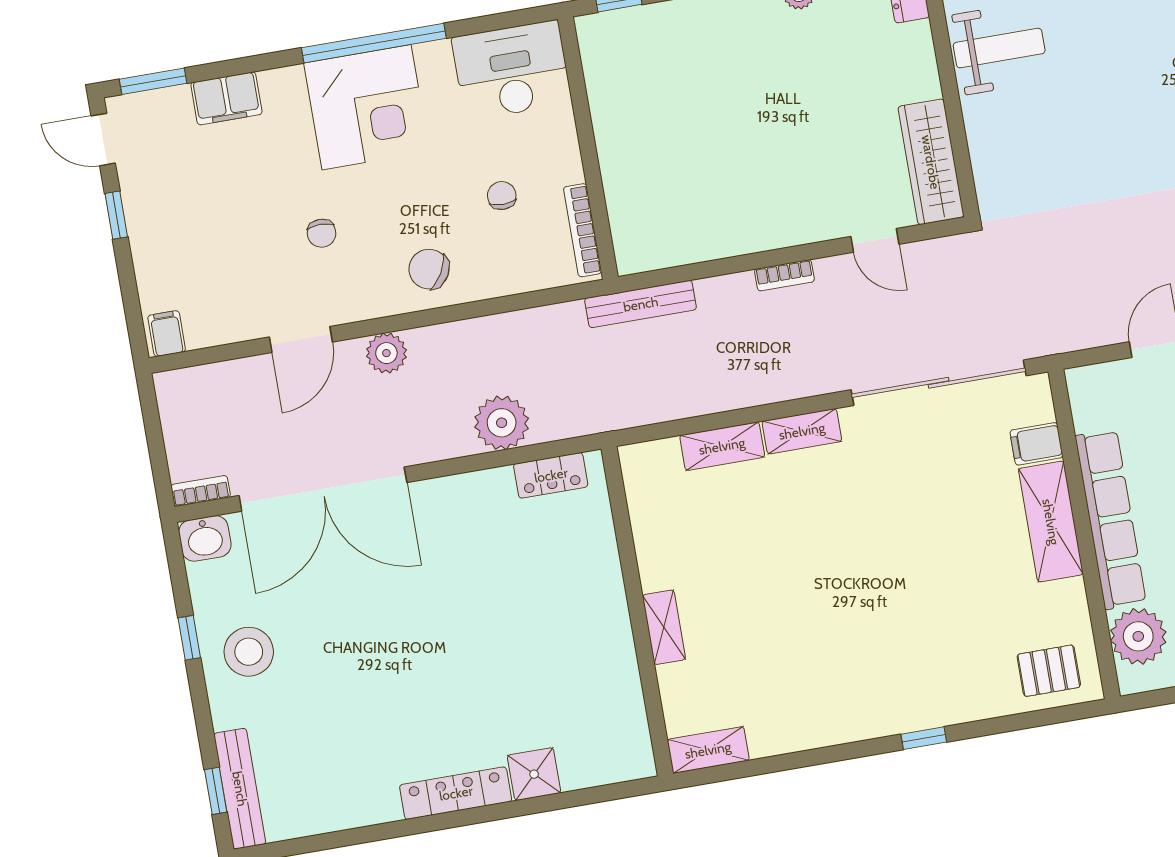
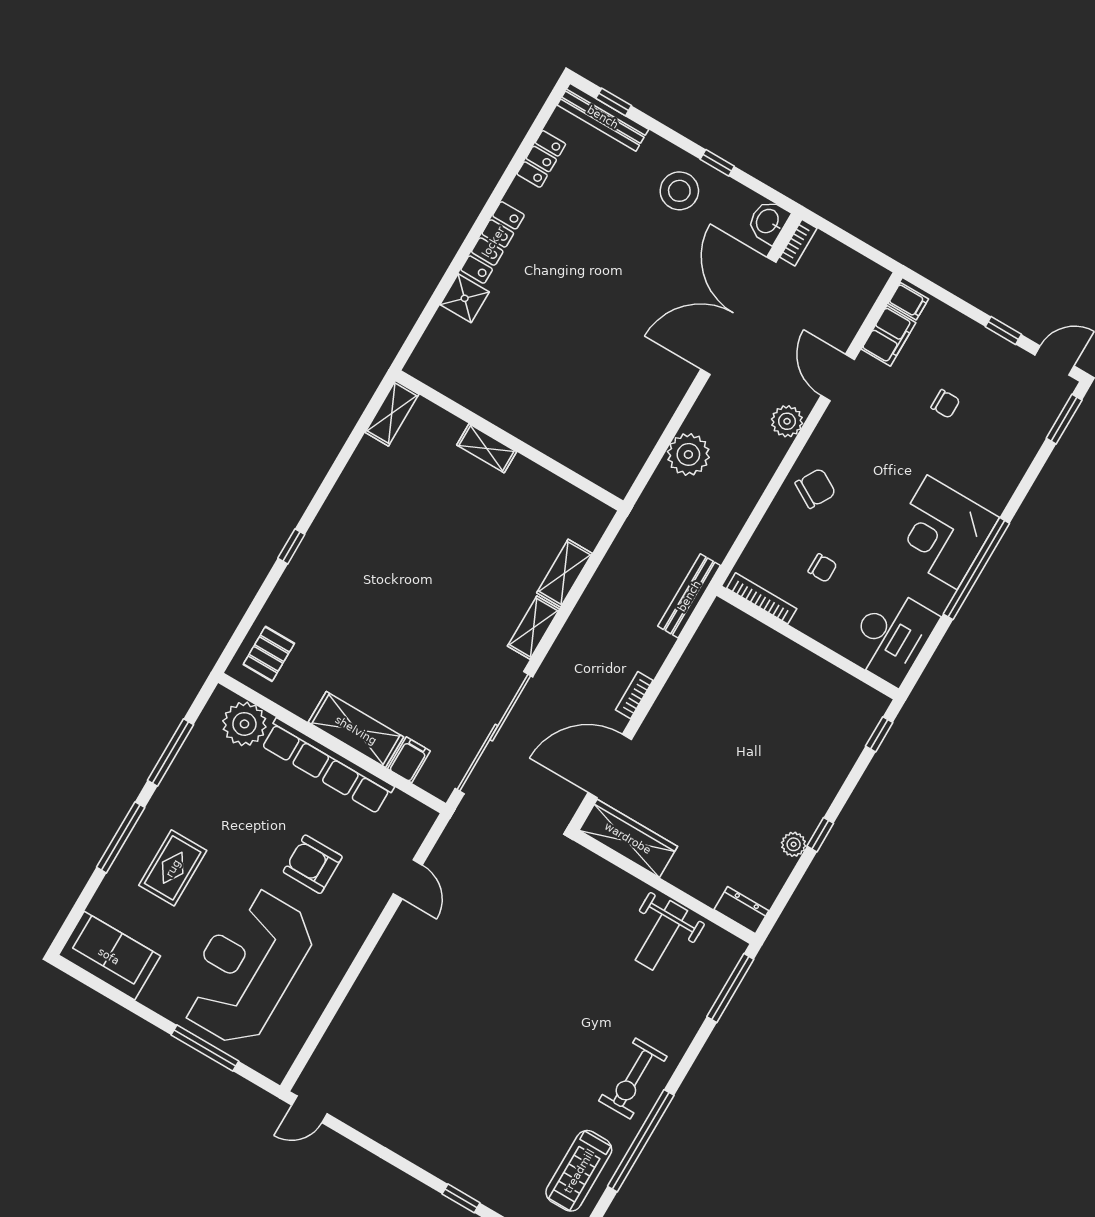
filing cabinet: (226, 98) -> (889, 336), moved, turned 180
chair: (322, 233) -> (945, 404), moved, turned 180
door: (875, 240) -> (610, 766), width x1.88
locker: (551, 475) -> (541, 159), moved, turned 180

